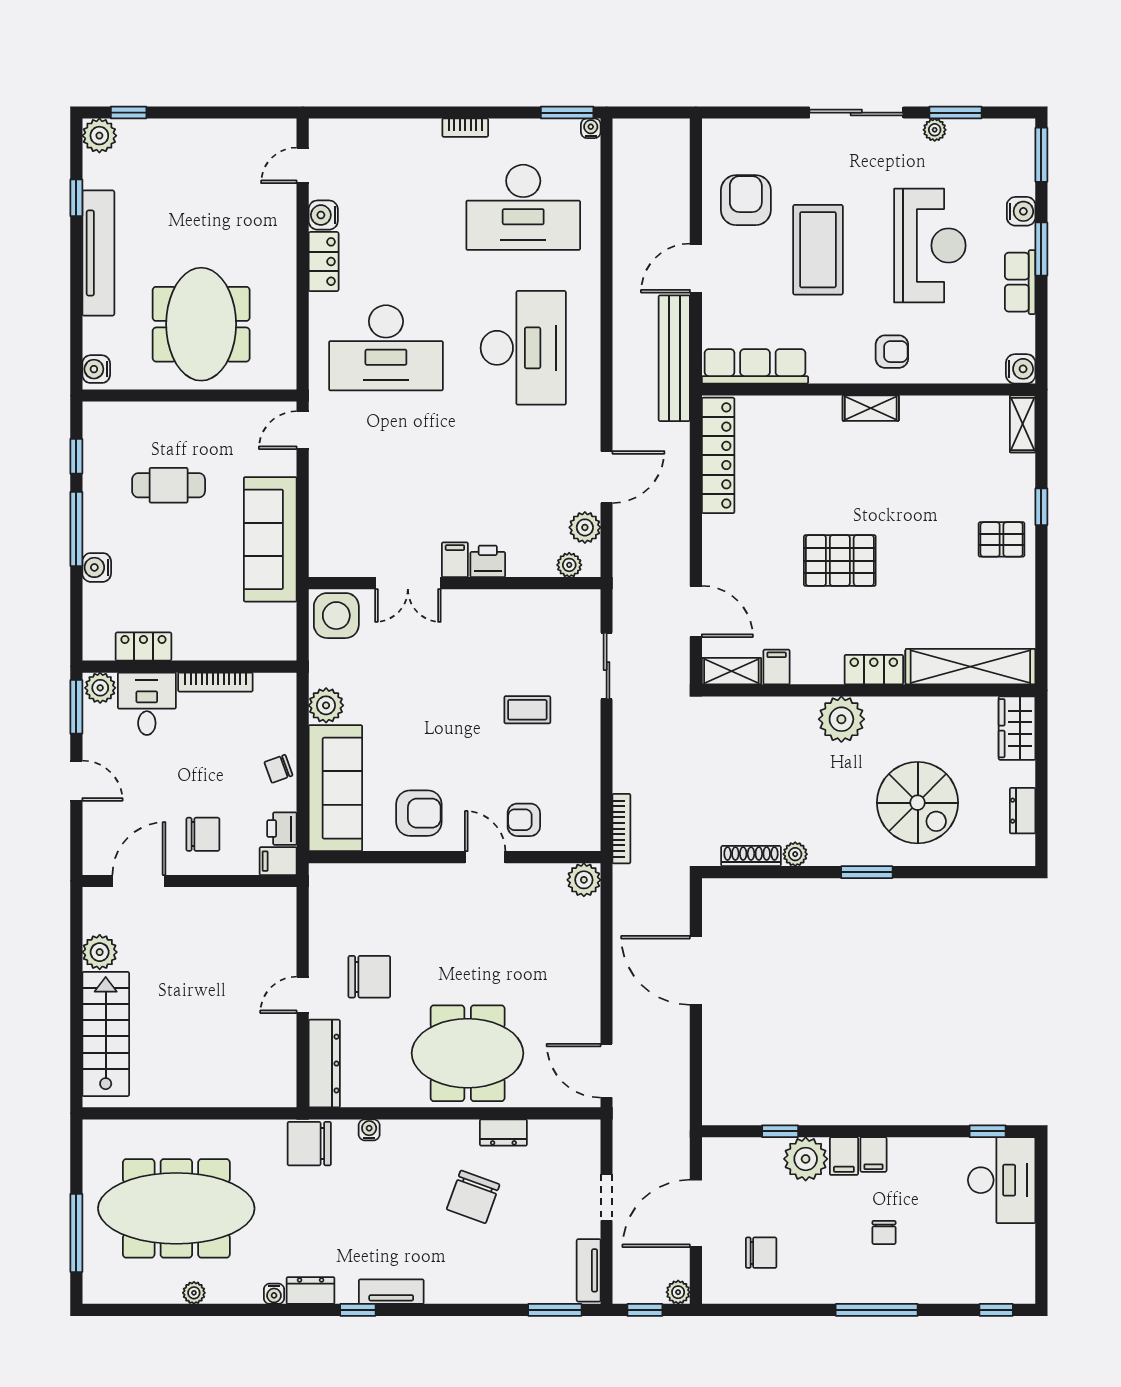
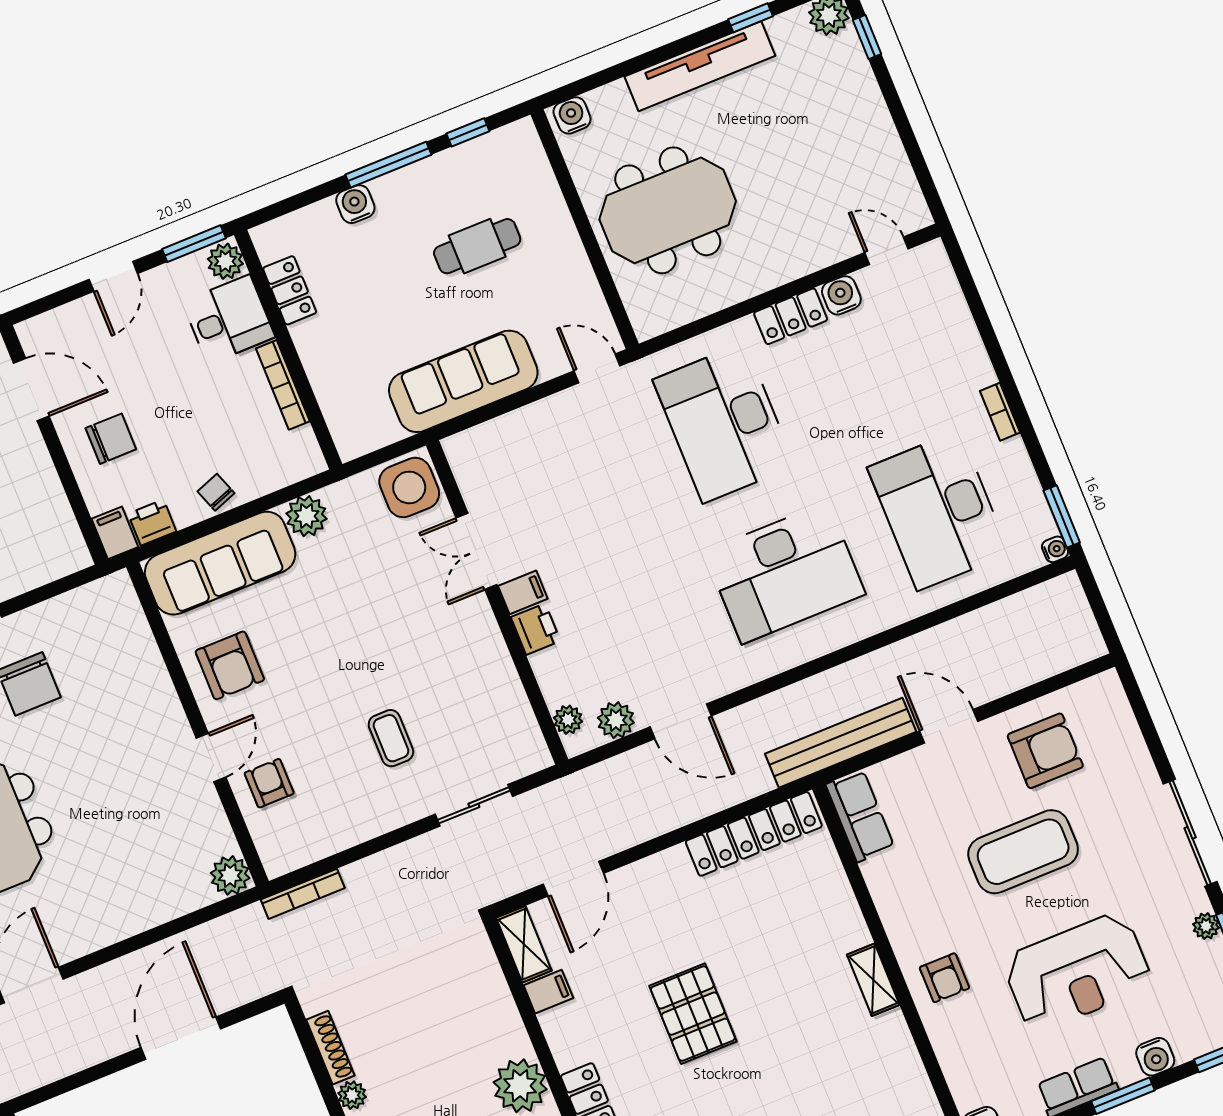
row of seats: (755, 366) -> (860, 816), width x0.68
cafe table: (169, 485) -> (477, 246), turned 90
chair: (203, 834) -> (111, 439), turned -90

